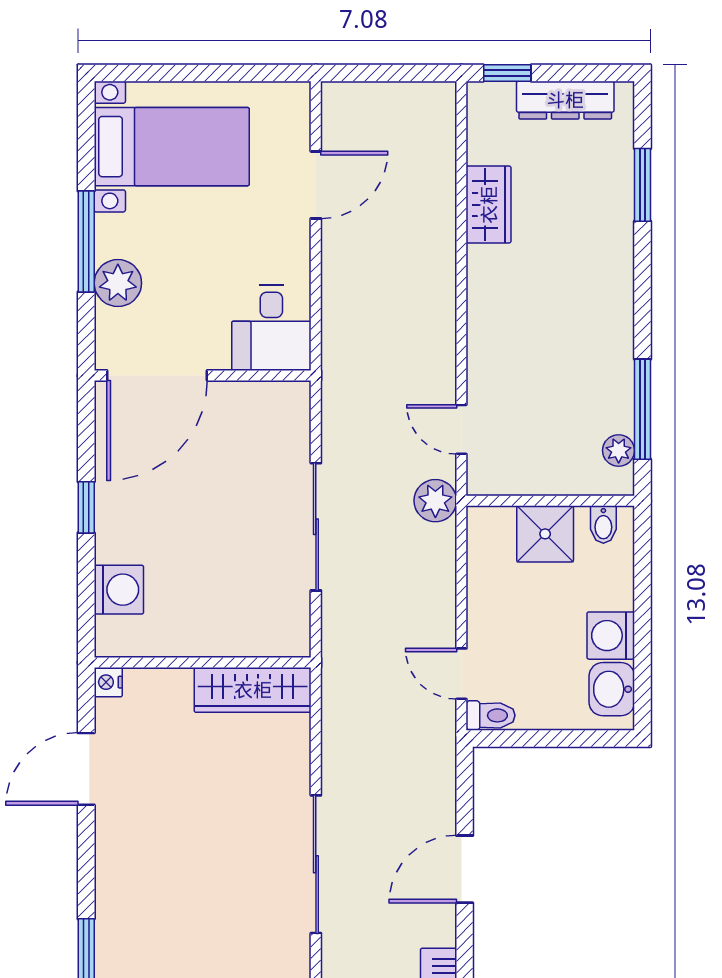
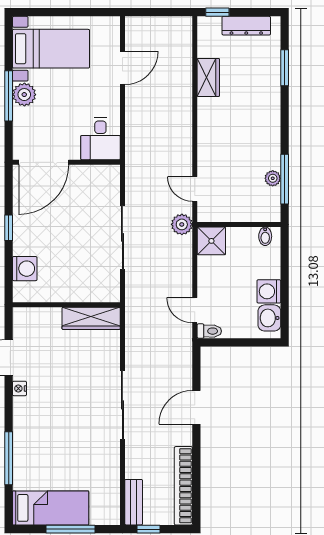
plant: (118, 283) -> (24, 95), moved
plant: (619, 450) -> (273, 178), moved
shower: (545, 534) -> (211, 241), moved
nightstand: (108, 682) -> (19, 388), moved

